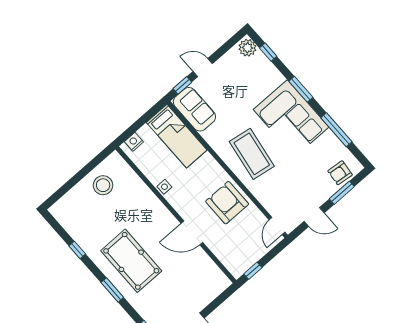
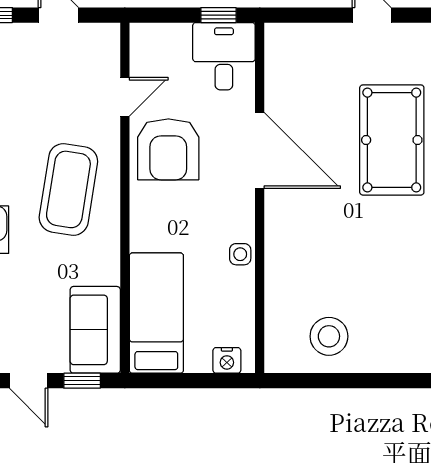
door: (277, 226) -> (125, 97), moved
door: (192, 233) -> (260, 150), width x1.36
desk: (237, 257) -> (224, 56), added
pool table: (131, 261) -> (392, 140), moved

